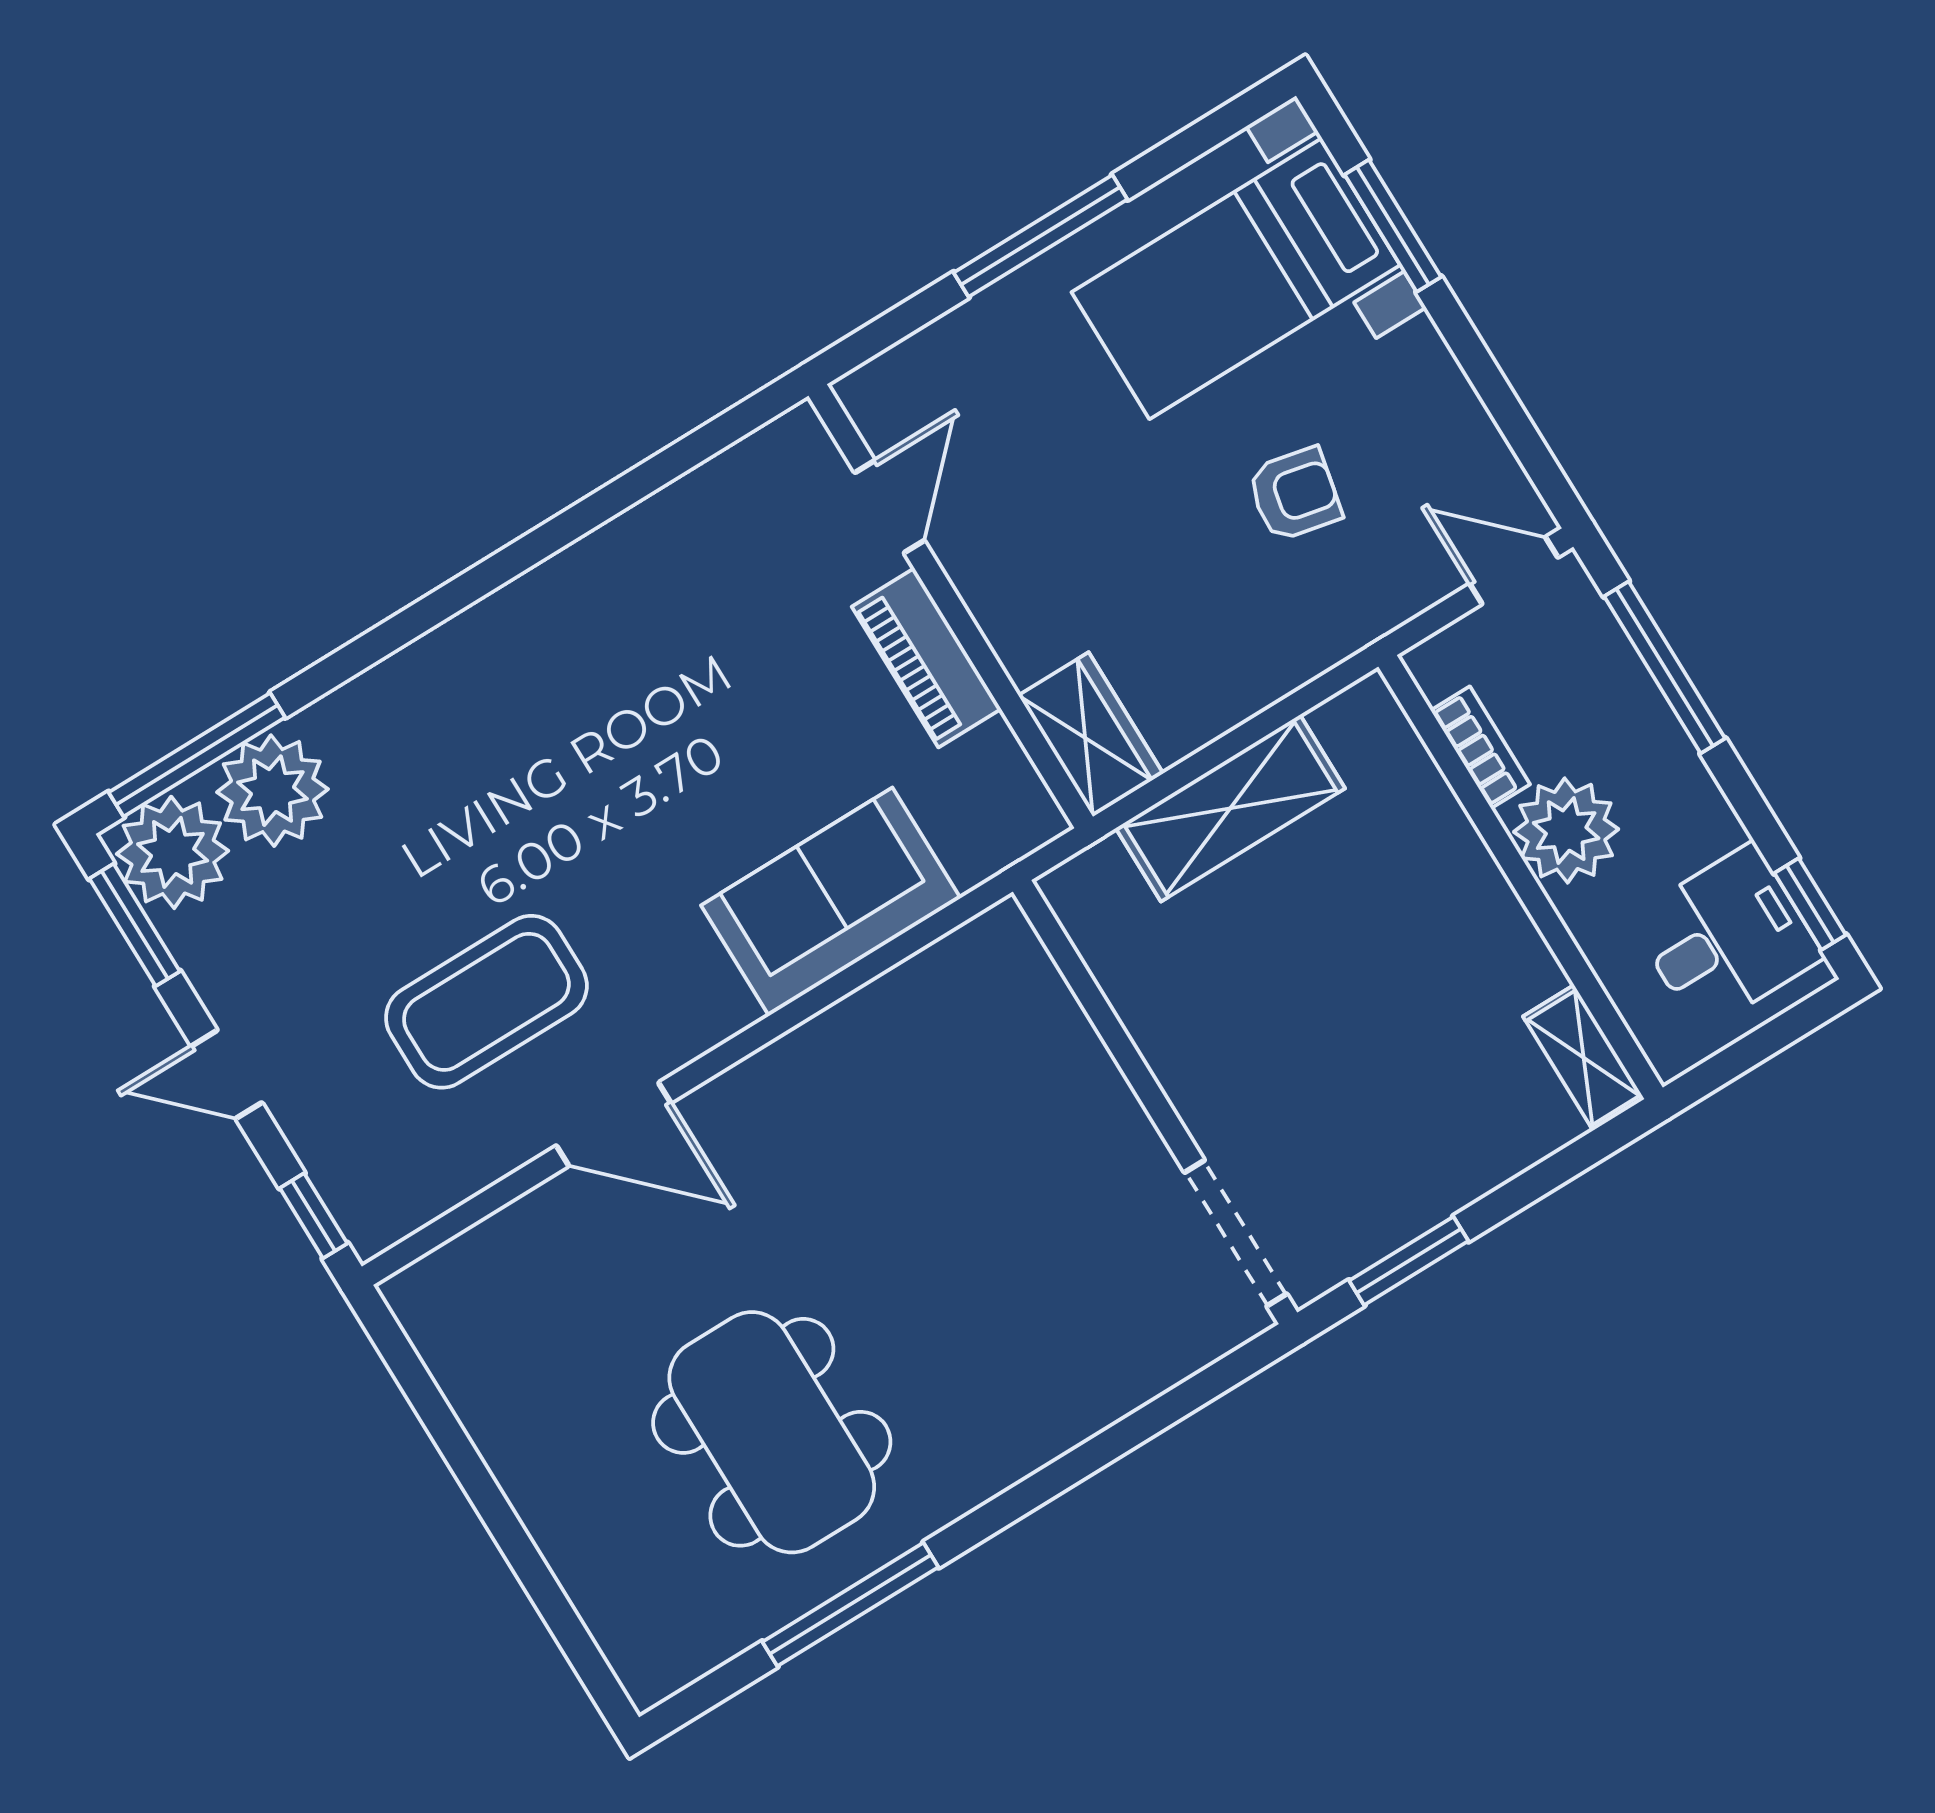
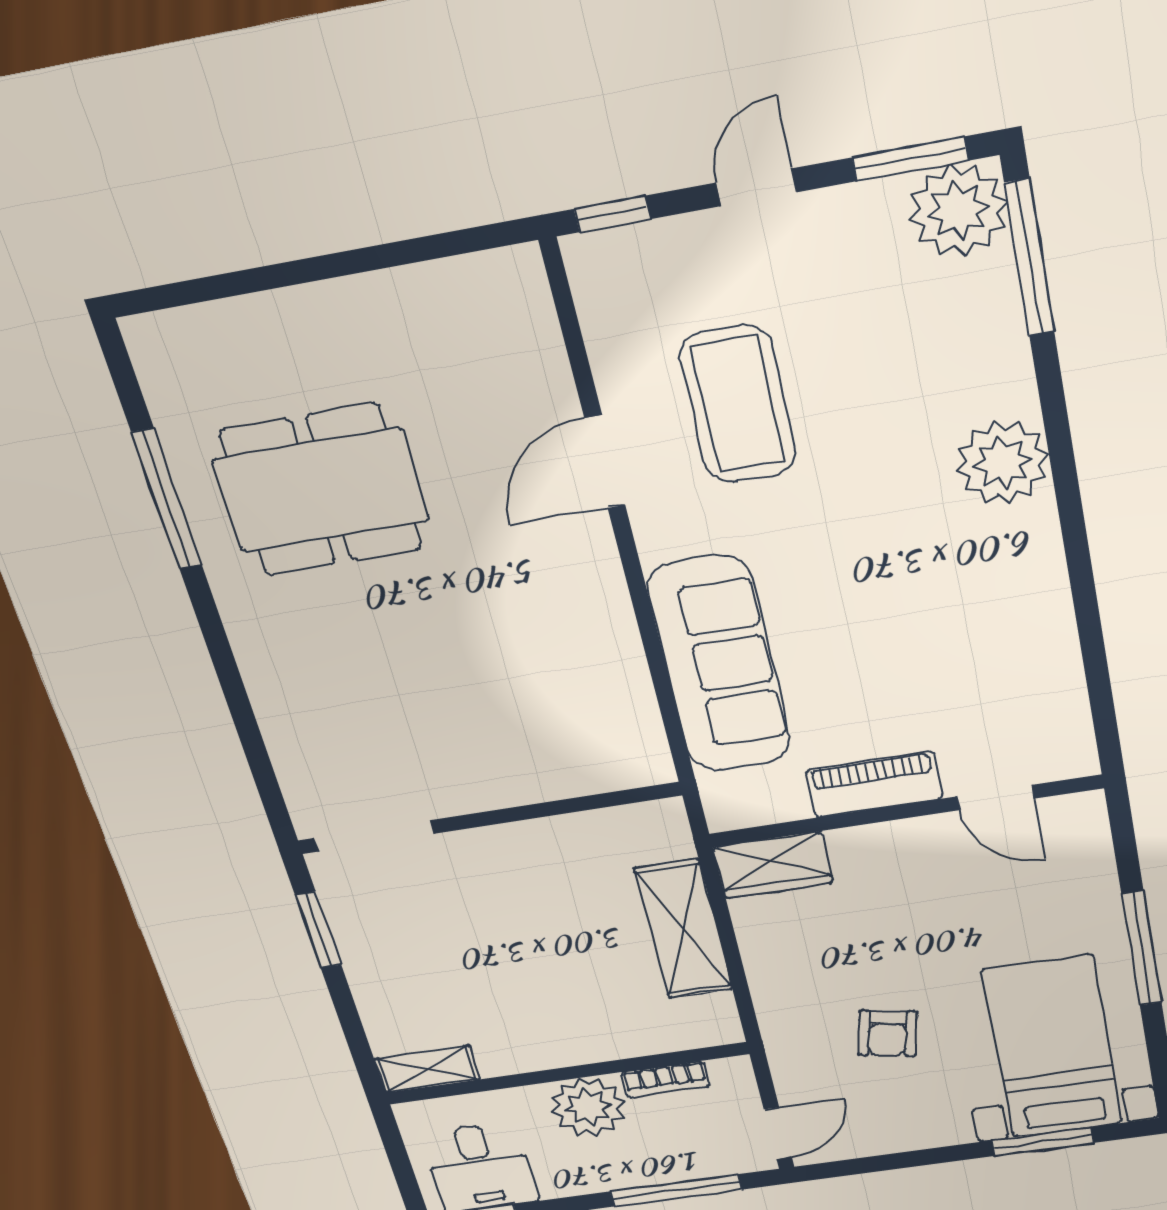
plant: (273, 791) -> (1002, 463), moved
sofa: (831, 902) -> (719, 665), width x1.36

